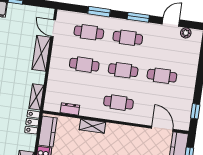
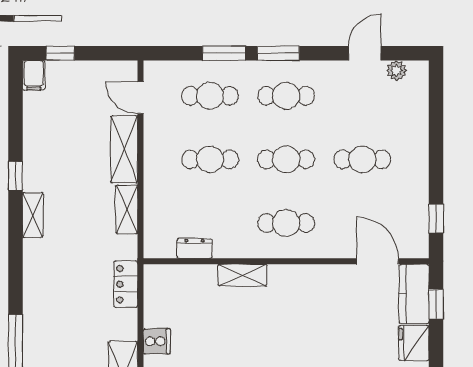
window: (138, 17) -> (278, 53), moved
shelving: (36, 97) -> (127, 209), moved
kitchen counter: (48, 131) -> (158, 298), removed

